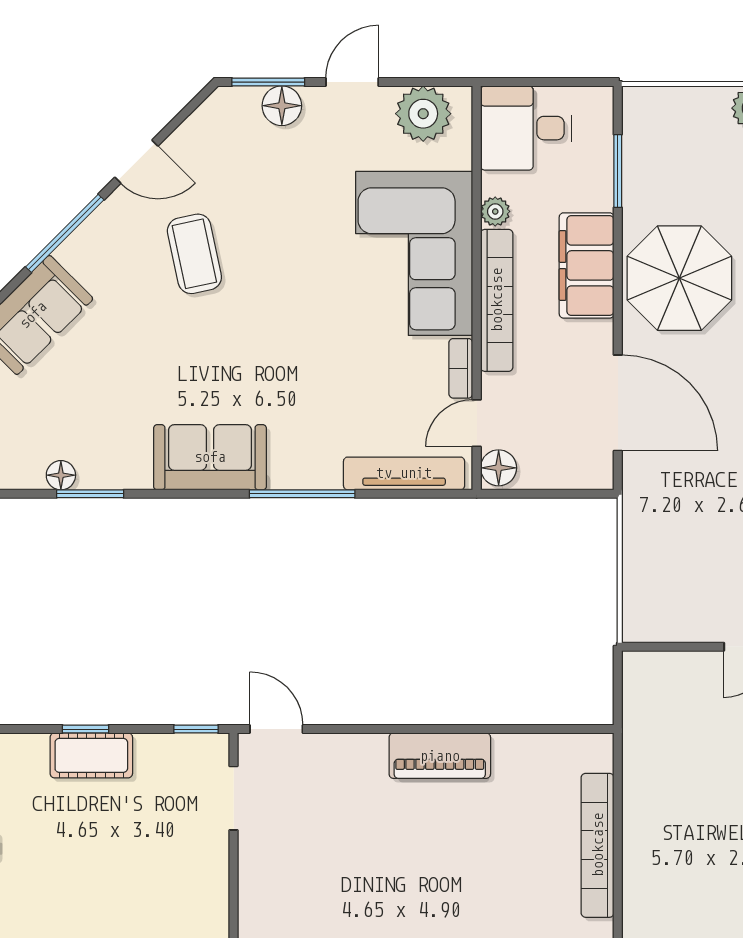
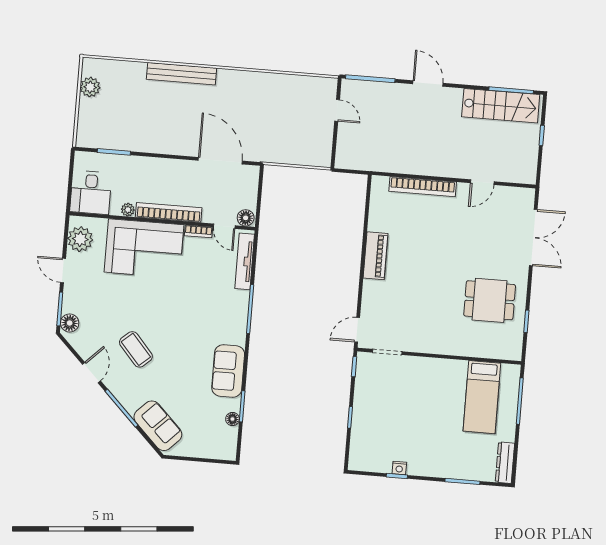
floor lamp: (282, 106) -> (70, 323), moved
coffee table: (194, 254) -> (136, 349), turned 61
filing cabinet: (587, 265) -> (156, 170), removed
parasol: (679, 278) -> (165, 128), removed
door: (618, 403) -> (220, 161), hinge flipped
sofa: (210, 457) -> (228, 371), moved
cot: (91, 755) -> (362, 416), removed

